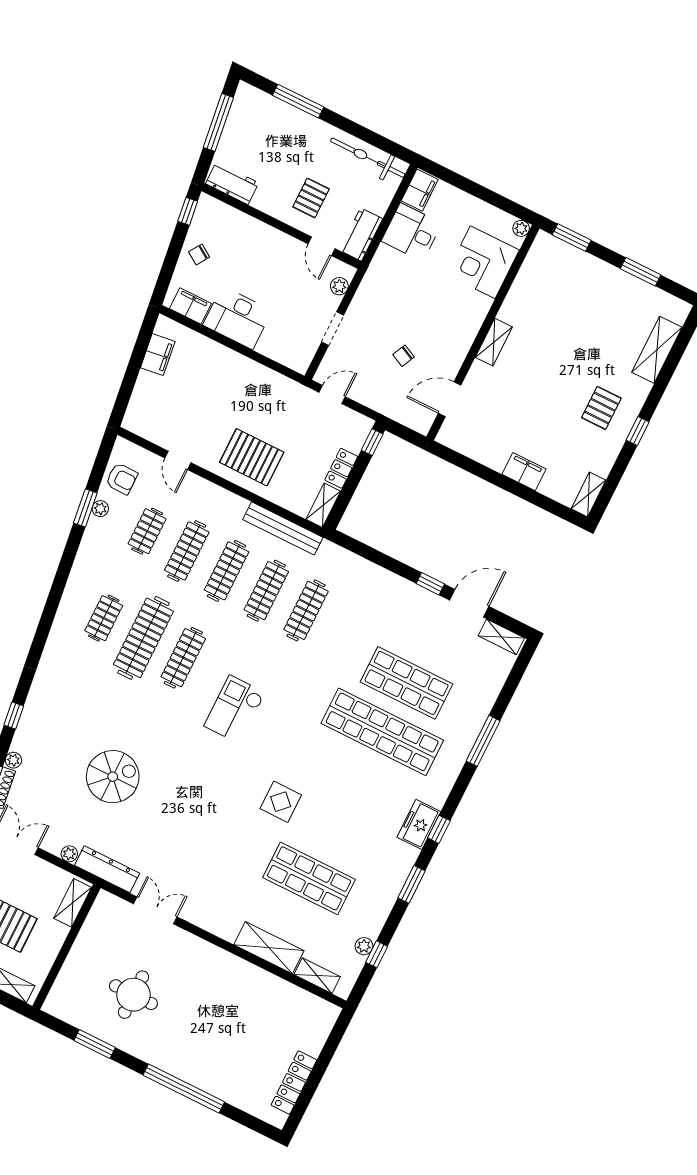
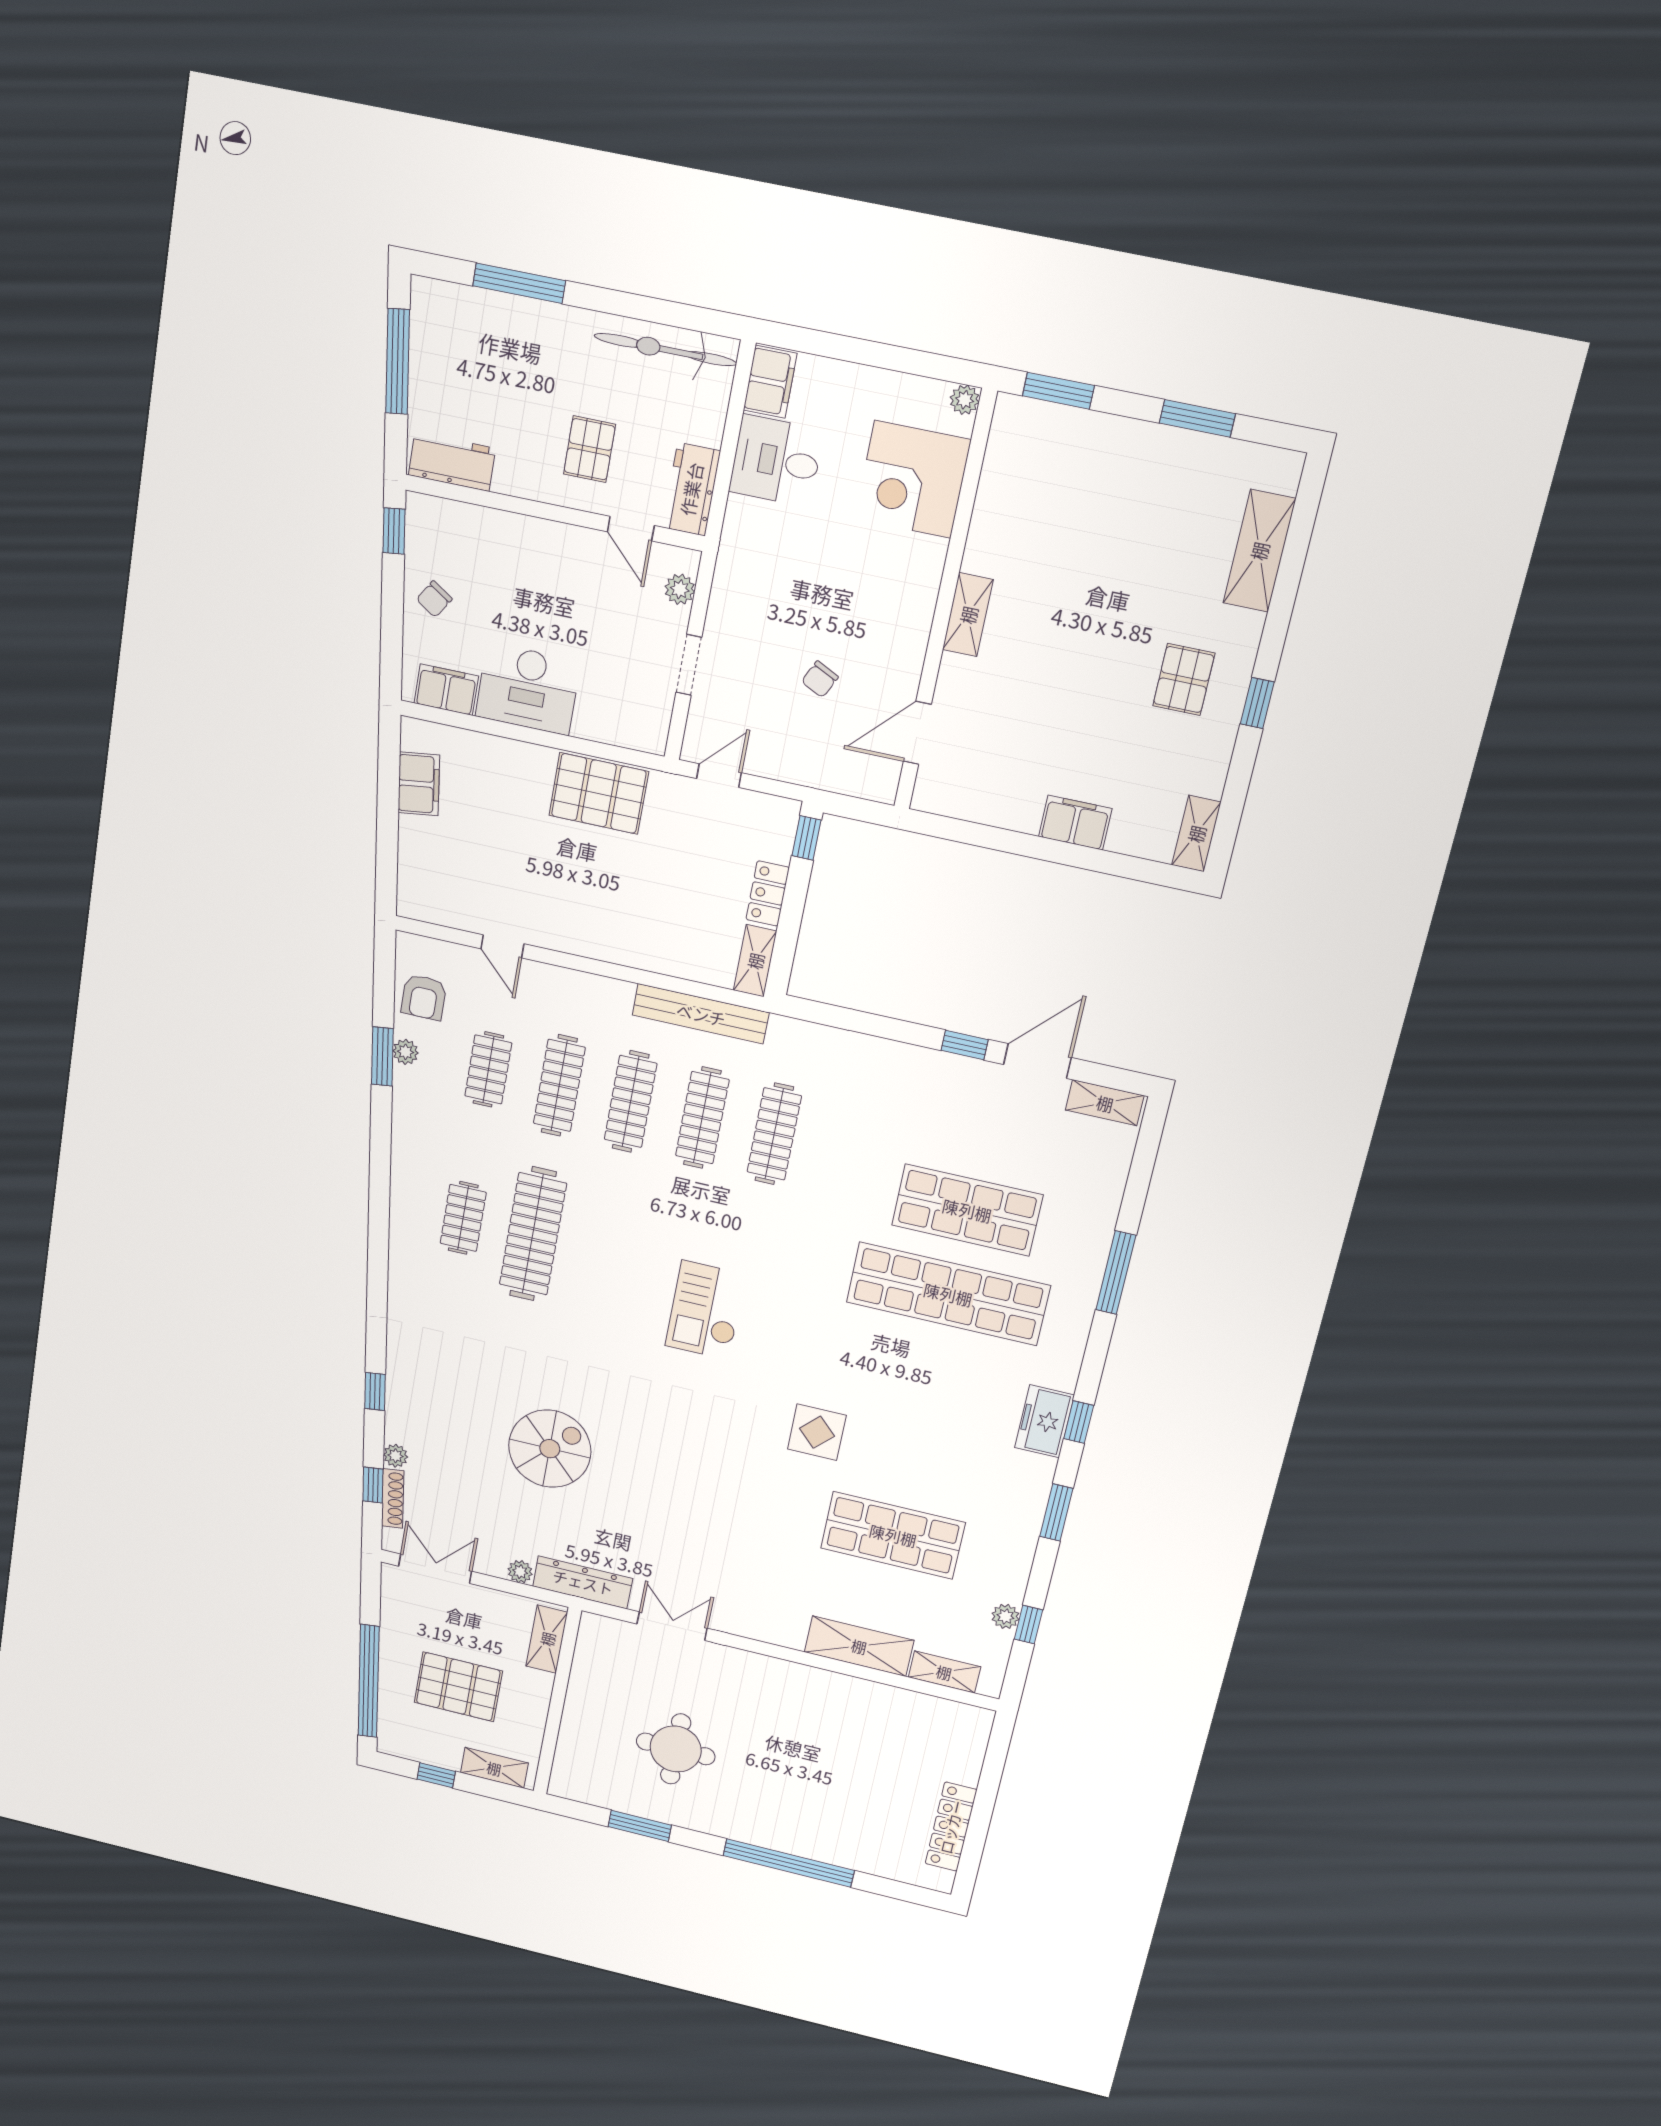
pallet: (252, 457) -> (599, 793), moved
armchair: (122, 479) -> (424, 997), turned 90
clothes rail: (183, 658) -> (603, 1250), removed

